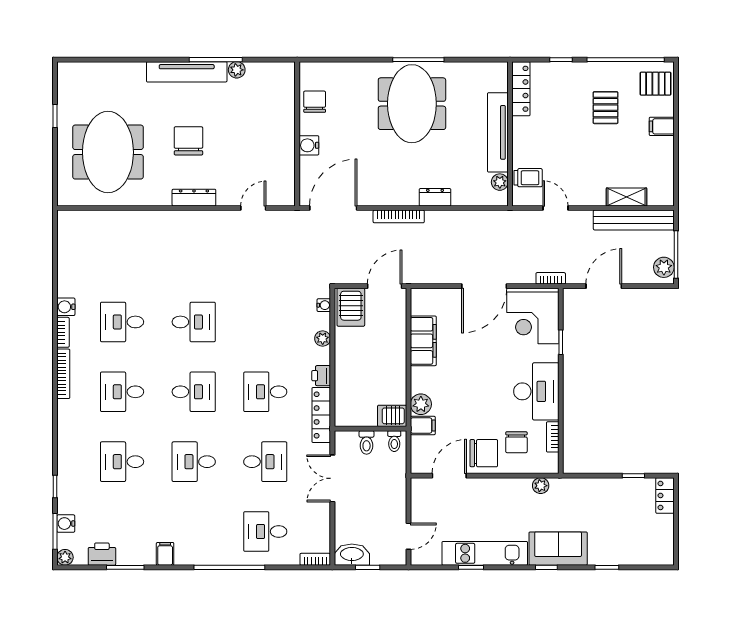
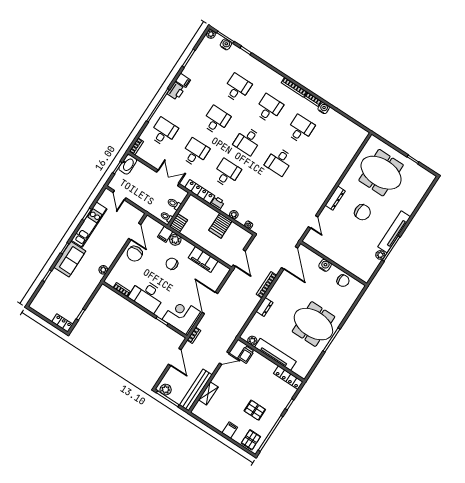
server rack: (351, 307) -> (220, 226), moved, turned -90
chair: (516, 442) -> (172, 264), moved
desk: (265, 462) -> (195, 153), turned 180
printer: (102, 554) -> (176, 91), moved

